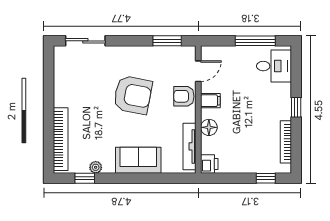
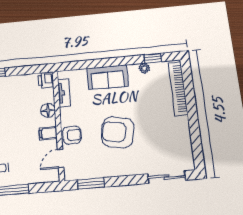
tv unit: (189, 146) -> (64, 93), width x0.71

